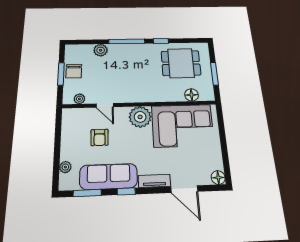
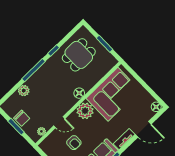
floor lamp: (192, 95) -> (79, 93), moved

